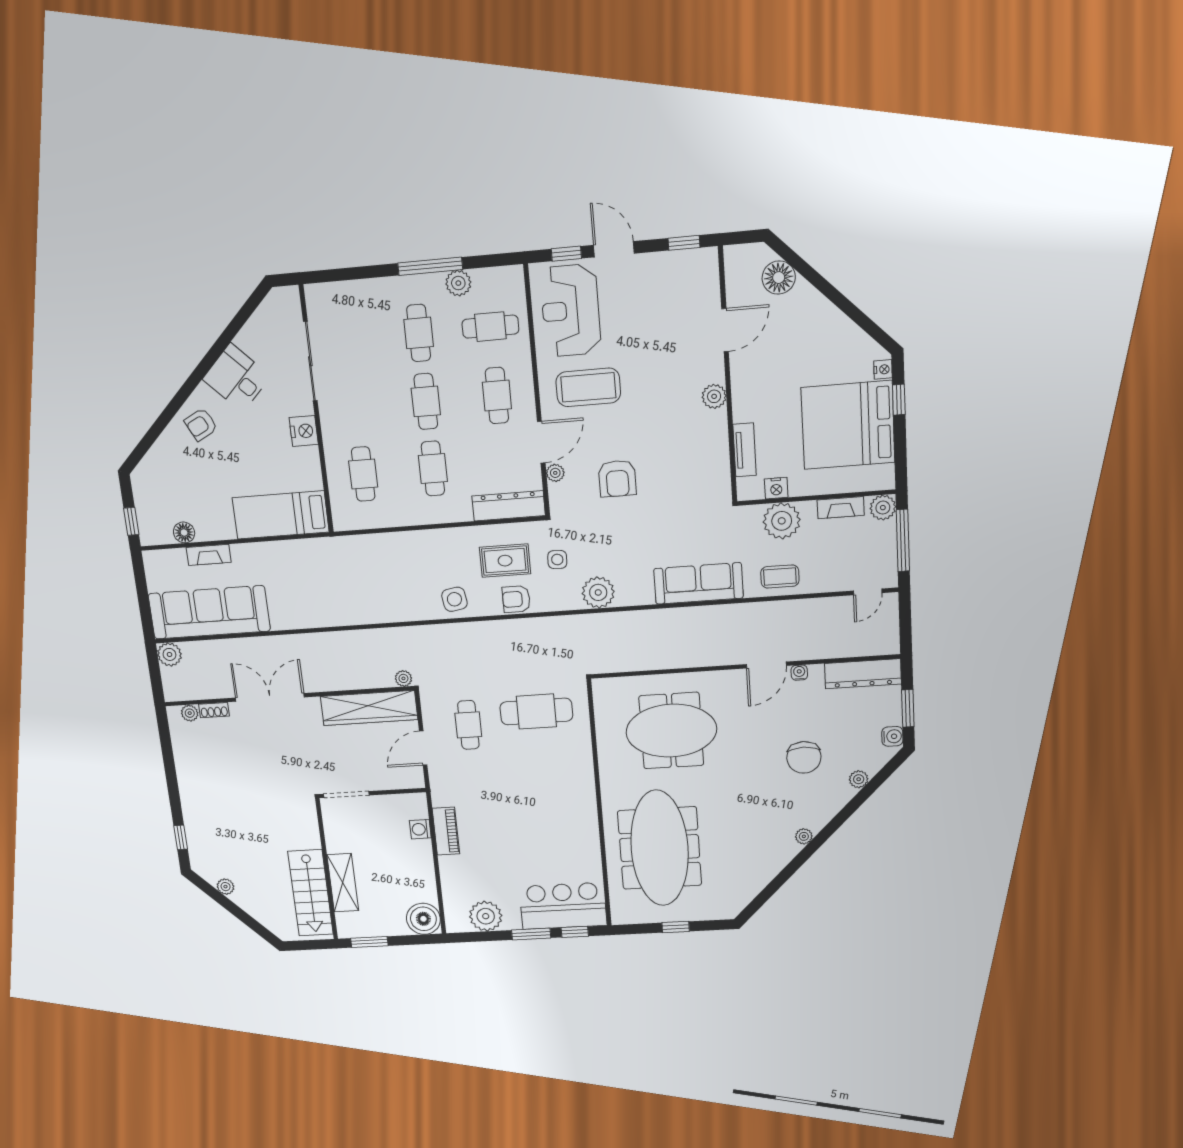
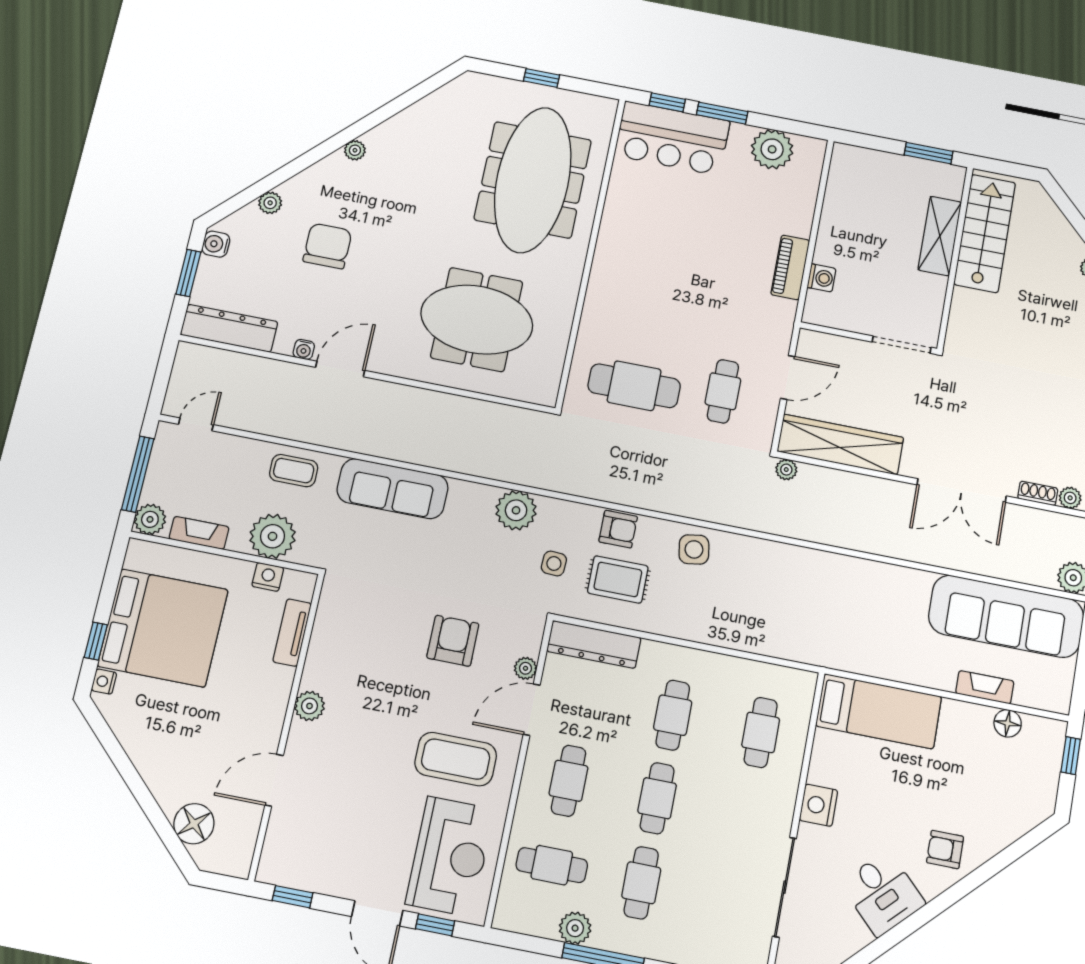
armchair: (201, 424) -> (945, 850), turned -153
boiler: (423, 919) -> (851, 165), removed

